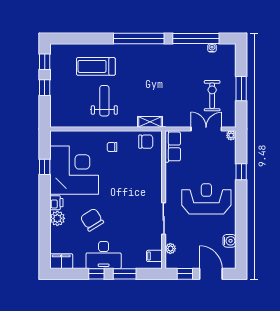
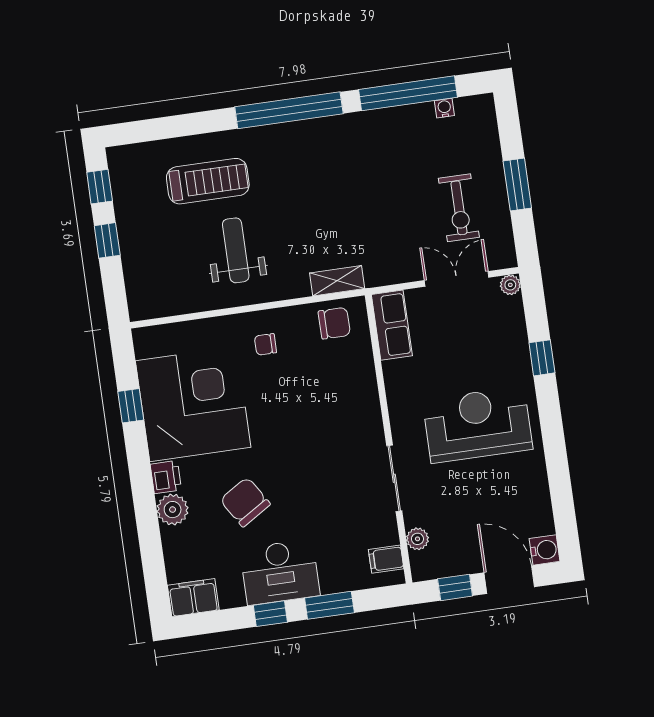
treadmill: (96, 66) -> (208, 181), turned 180
exercise bike: (212, 96) -> (459, 208), turned 180
water cooler: (229, 241) -> (545, 550), moved

